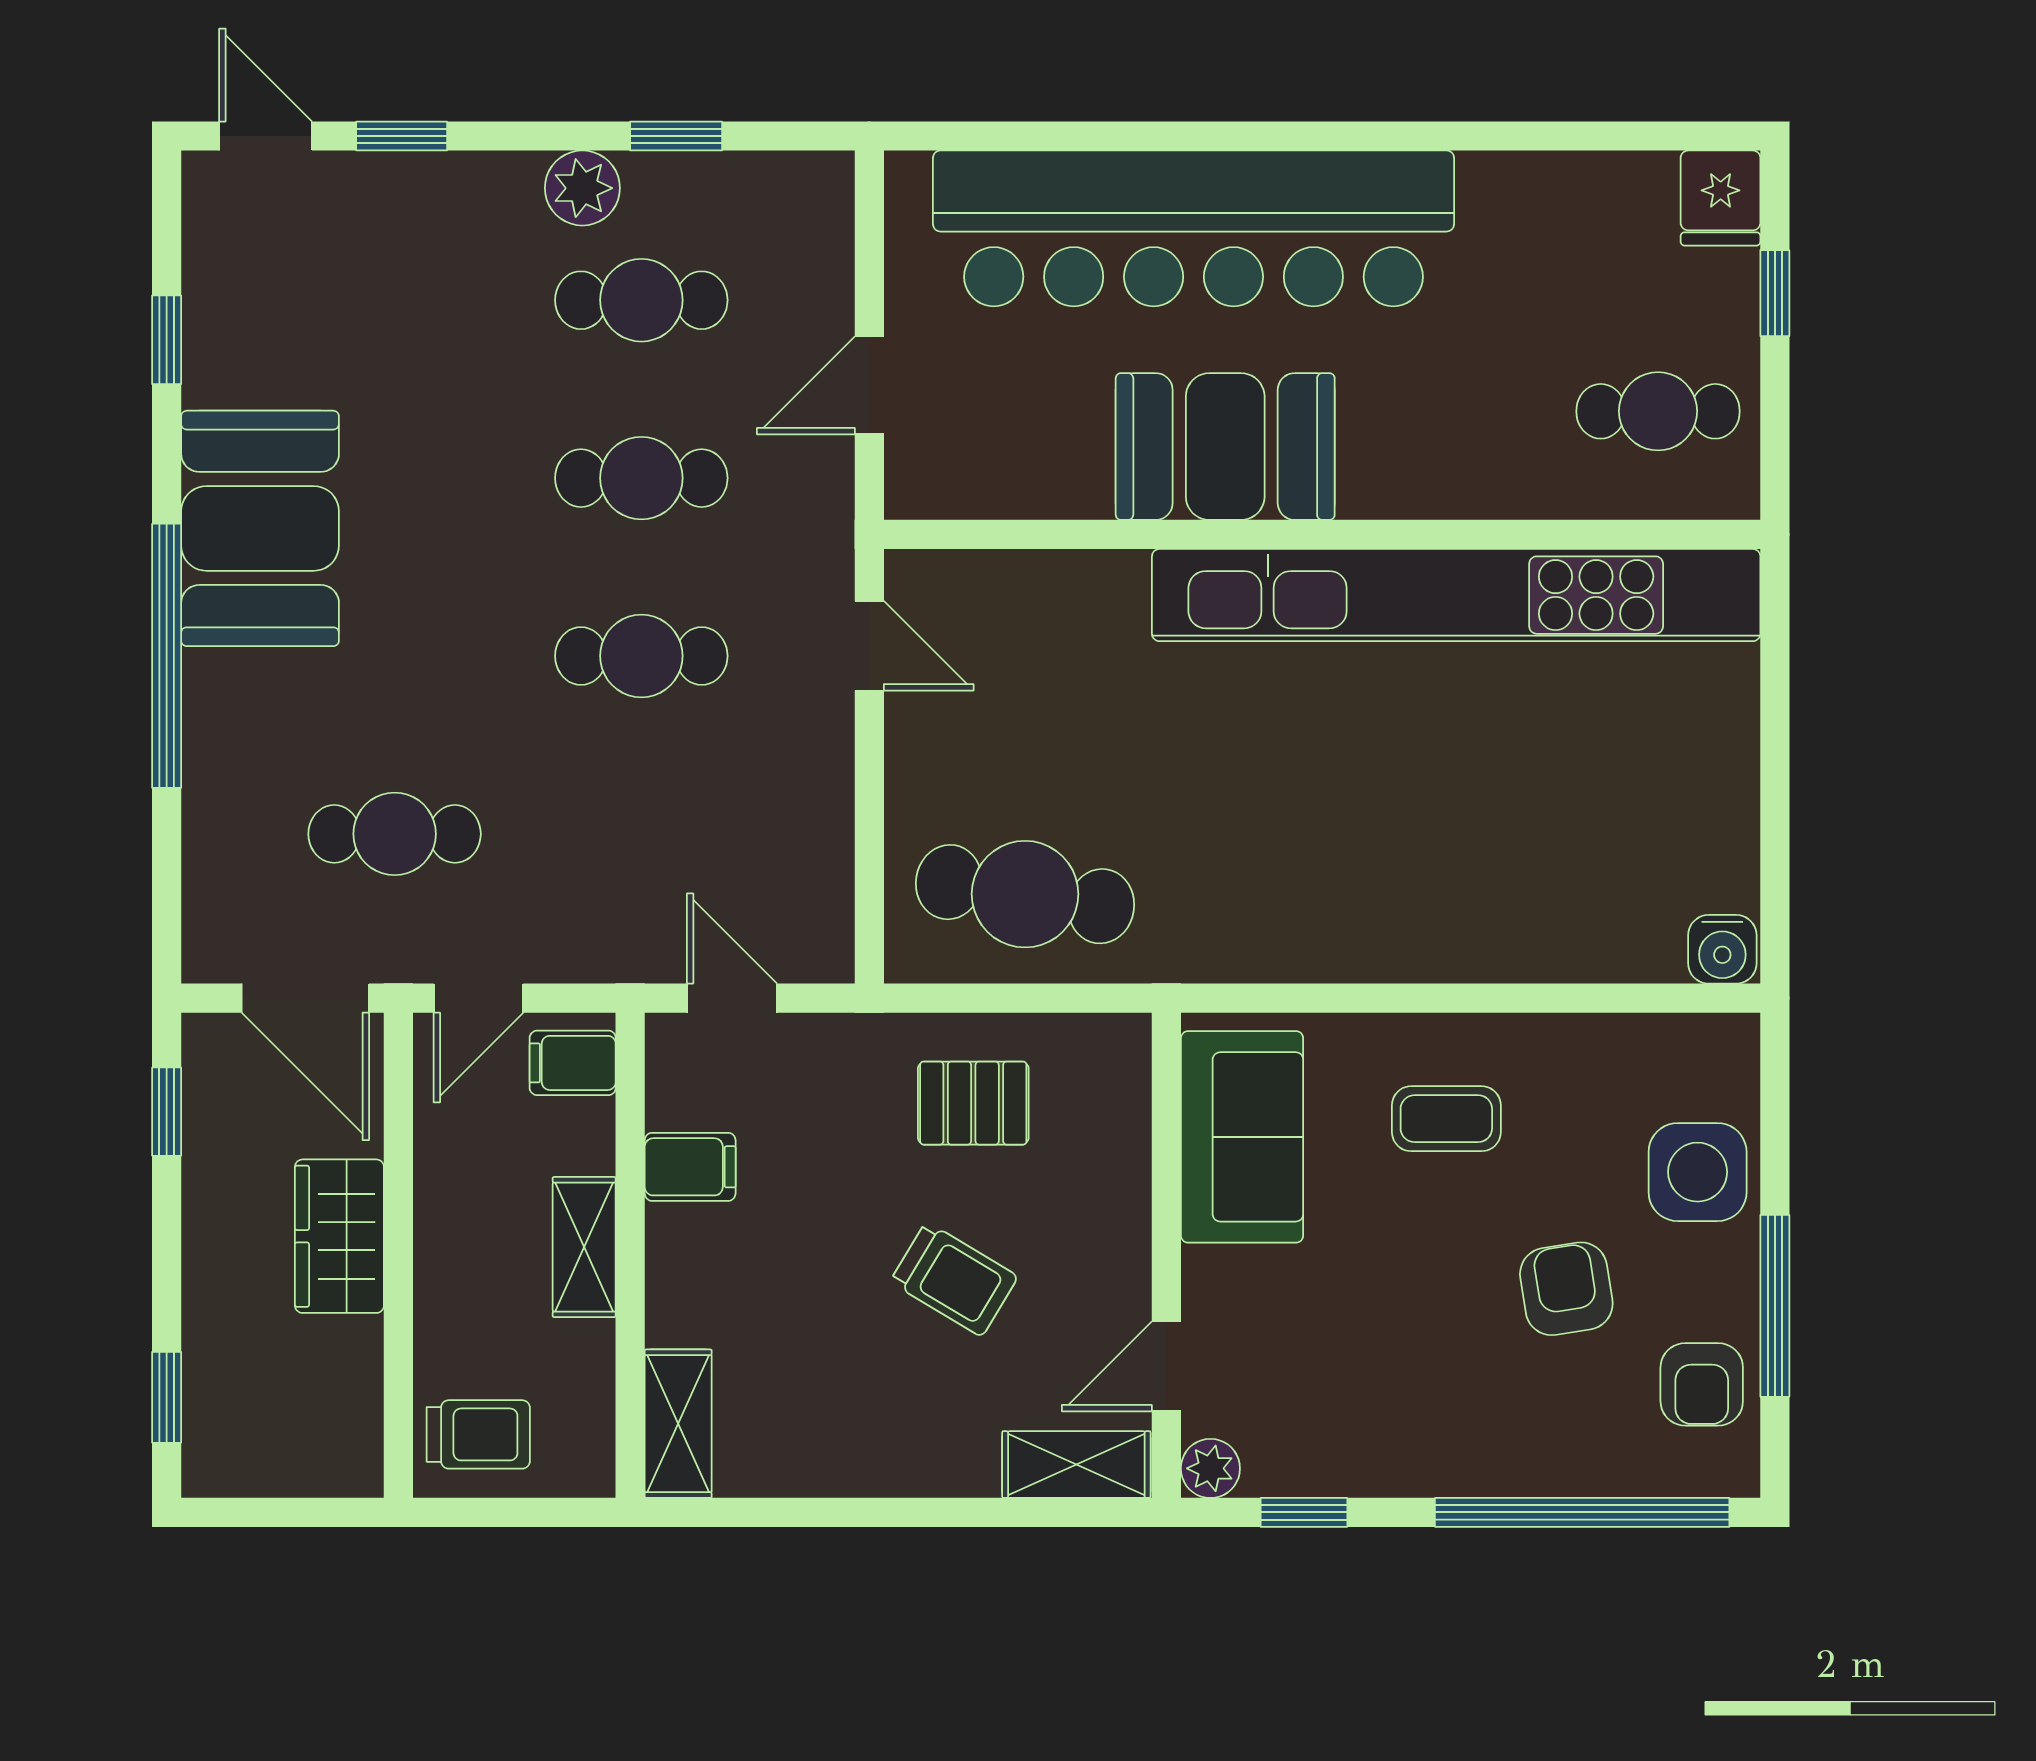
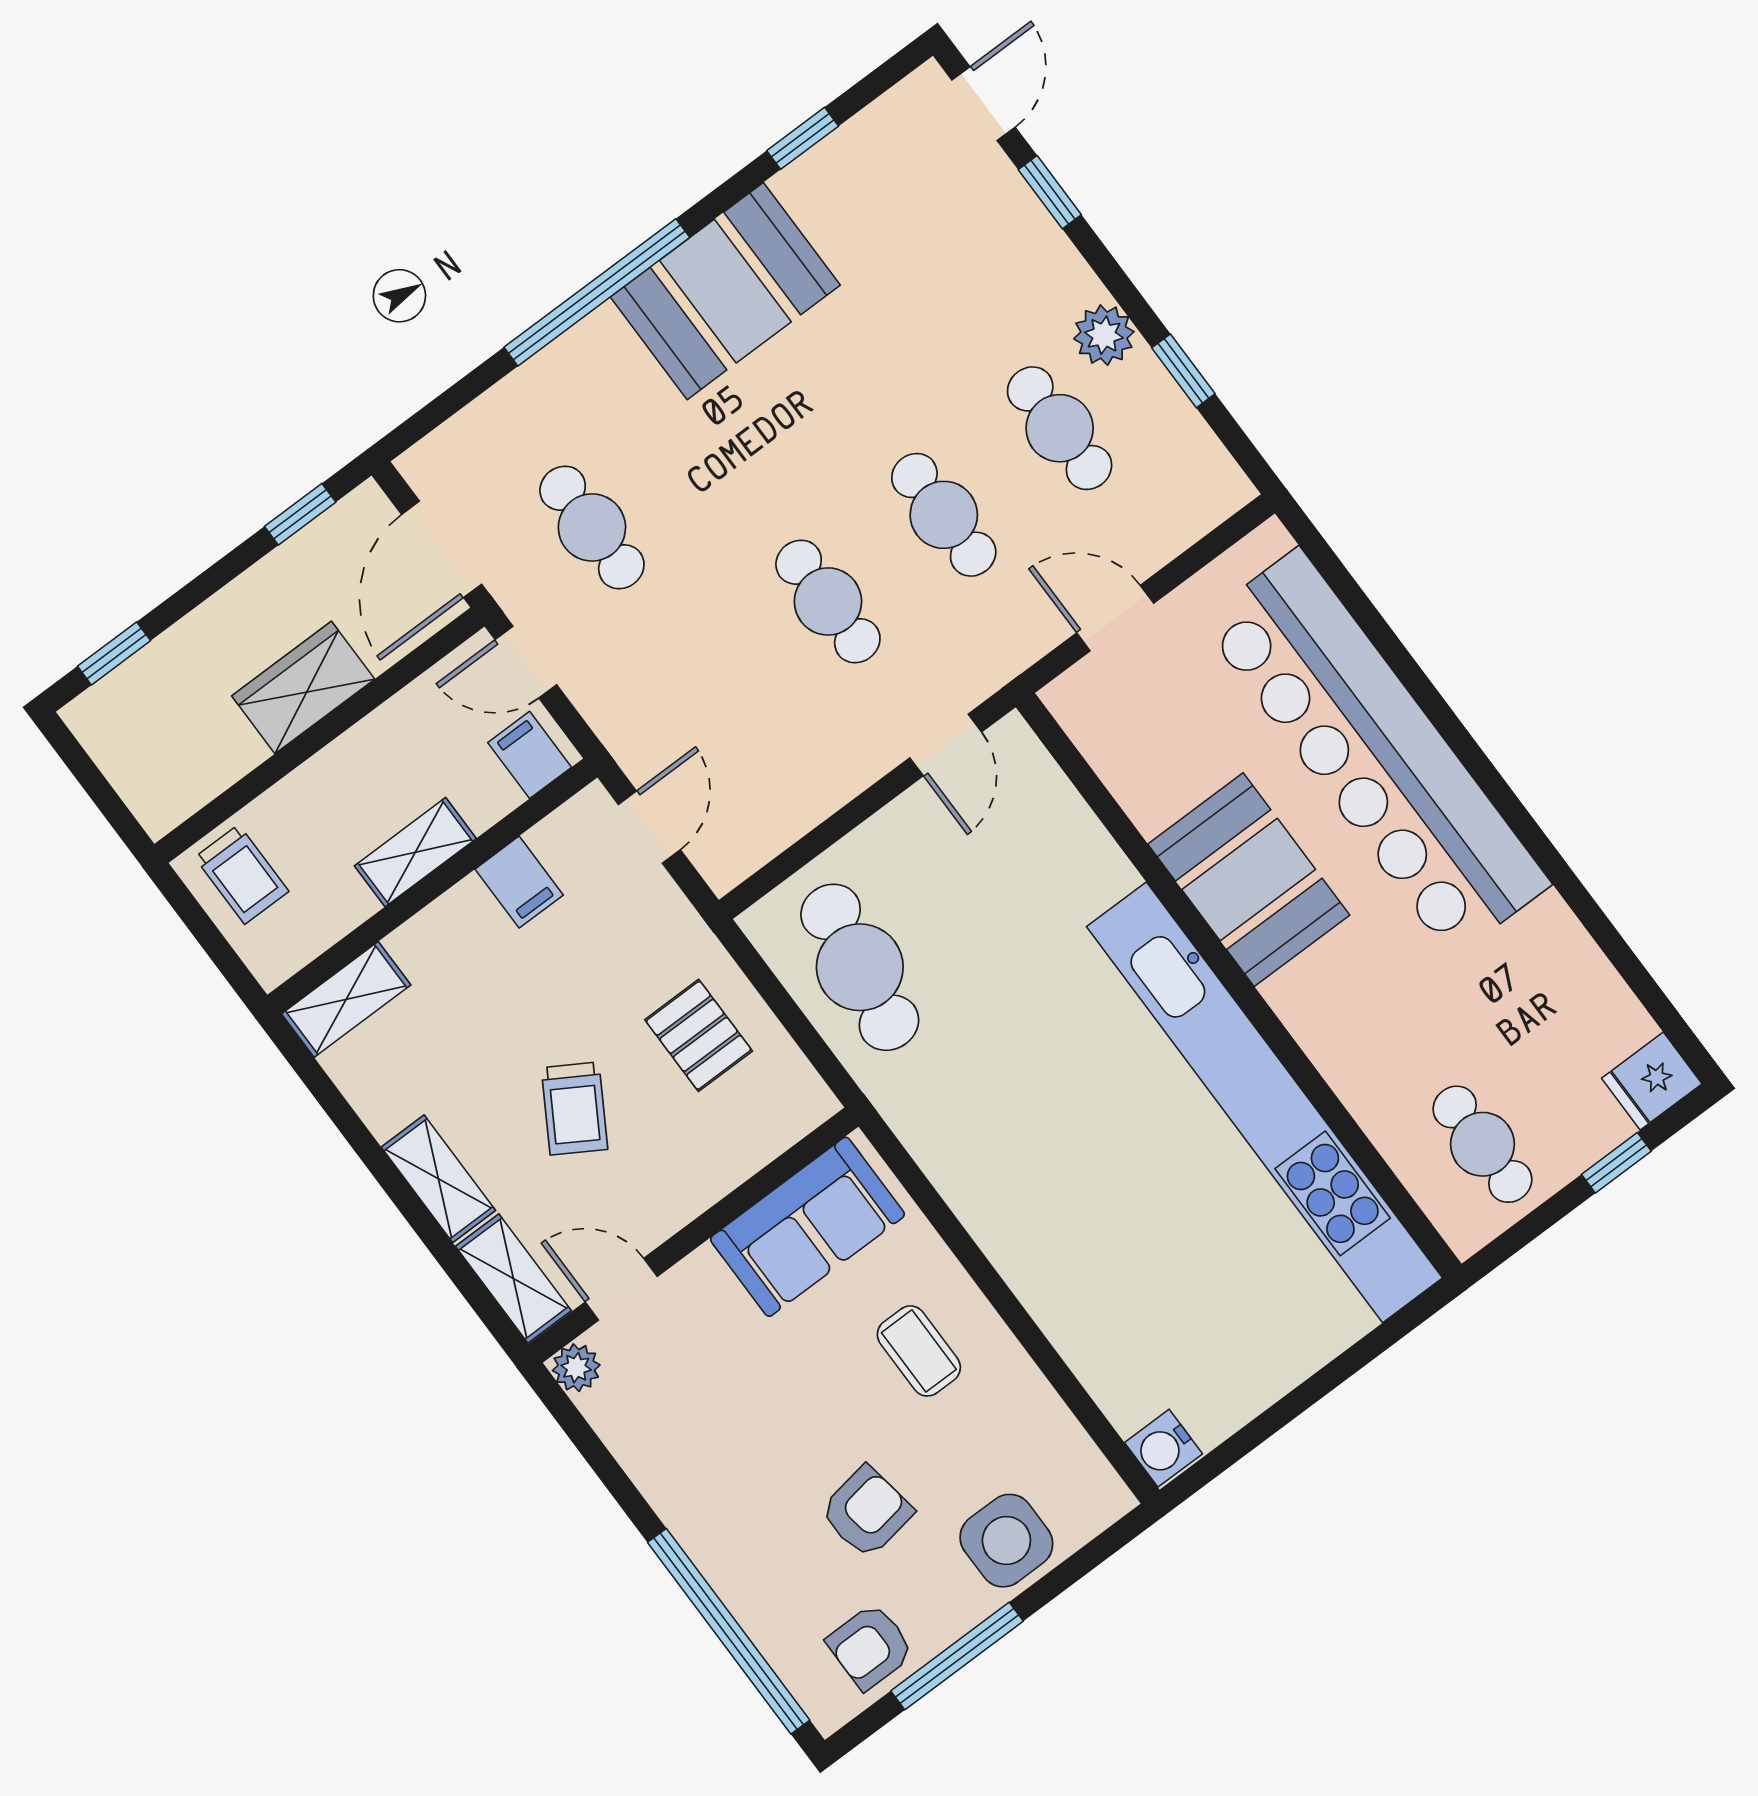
shelving: (923, 1465) -> (438, 1179), added
window: (1304, 1512) -> (593, 1450), removed

